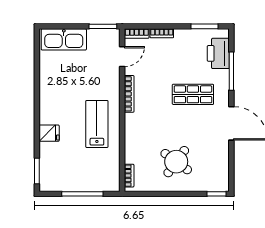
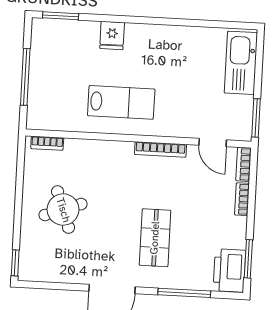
printer: (218, 53) -> (229, 270), moved, turned -90
round table: (176, 162) -> (63, 210), turned 34

